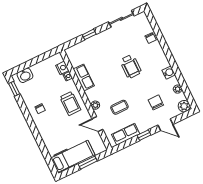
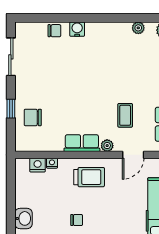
wheelchair: (131, 66) -> (79, 75), removed
water cooler: (169, 73) -> (77, 29), moved
row of seats: (84, 77) -> (82, 143), moved
chair: (156, 102) -> (33, 117), moved

